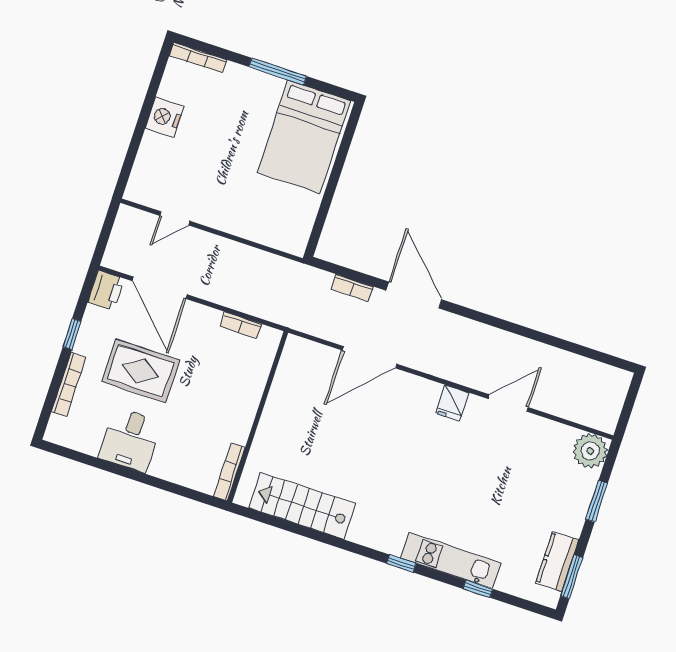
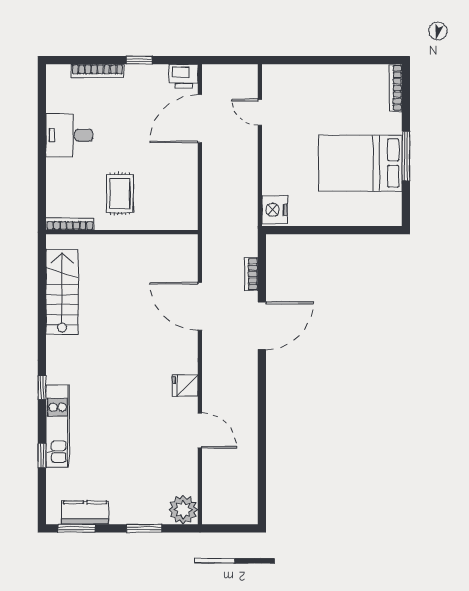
nightstand: (164, 117) -> (275, 210), moved, turned -90
bed: (304, 137) -> (360, 163), moved
bookcase: (241, 325) -> (191, 194), removed
rug: (141, 371) -> (120, 194), moved, width x0.73, depth x0.70

